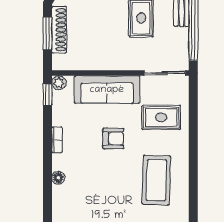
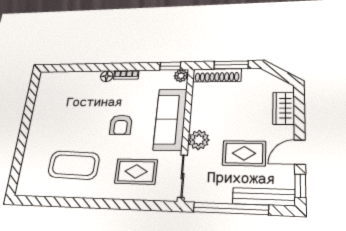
shoe rack: (59, 30) -> (217, 75), moved
plant: (128, 60) -> (199, 140), added
rug: (161, 117) -> (136, 171), turned 90
floor lamp: (58, 178) -> (107, 76), moved

